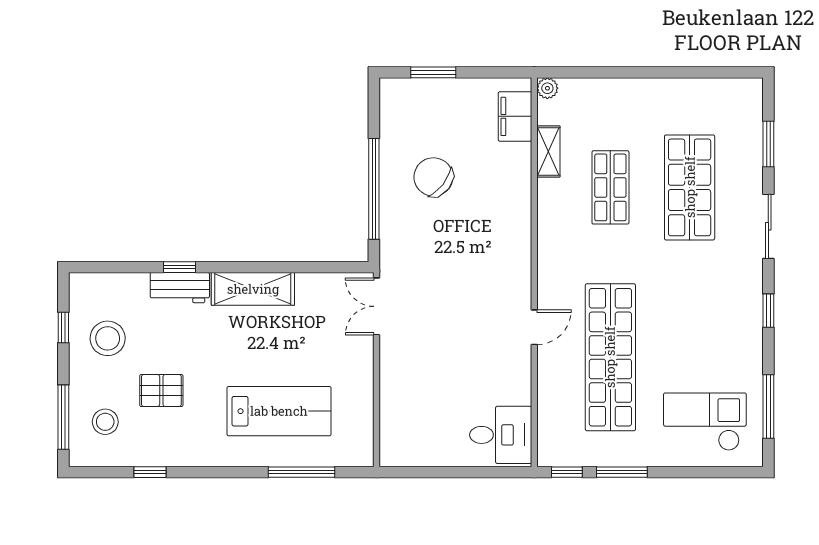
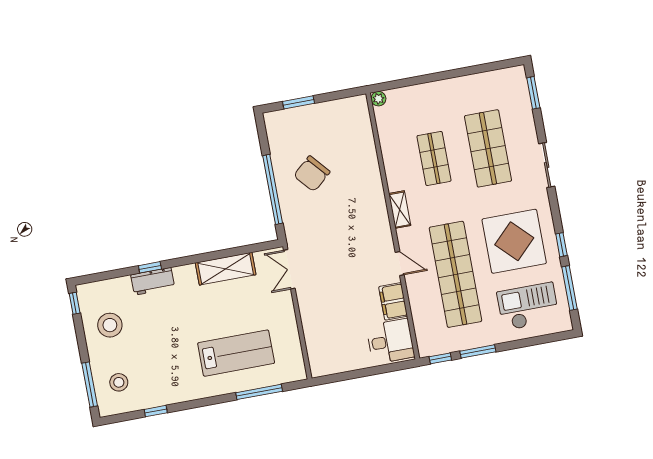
filing cabinet: (515, 116) -> (393, 301), moved
window: (768, 144) -> (533, 93), moved
shelving: (548, 151) -> (400, 210), moved
chair: (433, 177) -> (312, 174), turned -79
shelving: (253, 289) -> (226, 269), moved
window: (768, 311) -> (561, 245), moved
display table: (702, 326) -> (514, 241), added
window: (63, 327) -> (75, 303), moved
door: (534, 327) -> (400, 264), hinge flipped
pallet: (161, 390) -> (153, 354), removed

